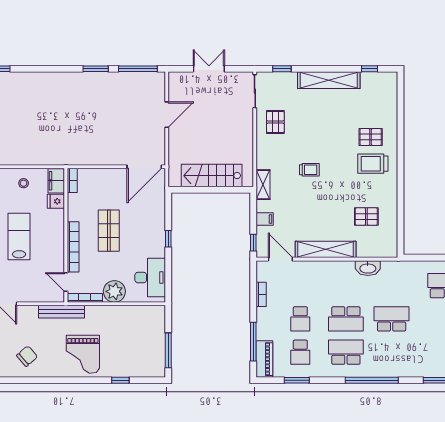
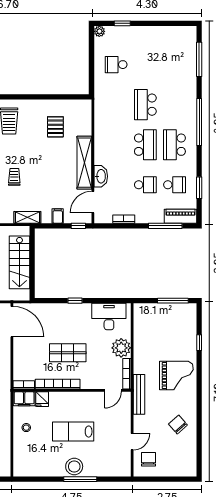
bookcase: (73, 247) -> (58, 384), moved
washbasin: (368, 268) -> (101, 176), moved

